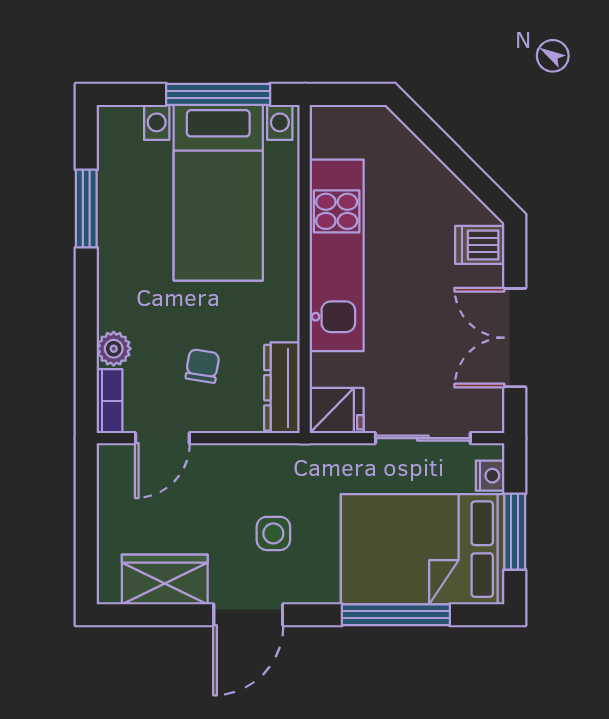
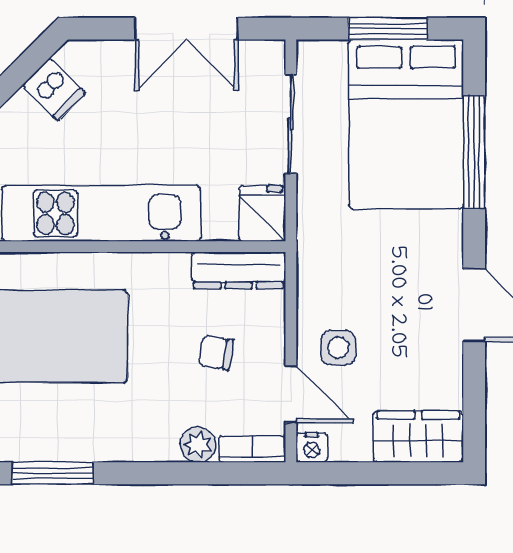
dishwasher: (480, 245) -> (54, 89), moved, turned -45
nightstand: (490, 476) -> (312, 448), moved, turned 180
side table: (273, 533) -> (338, 348), moved
wardrobe: (165, 579) -> (418, 437), moved, turned 90

